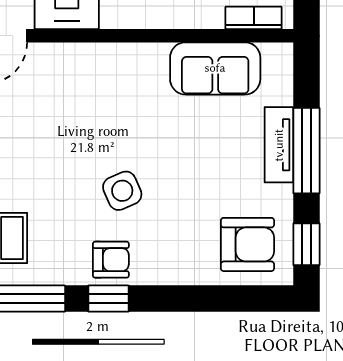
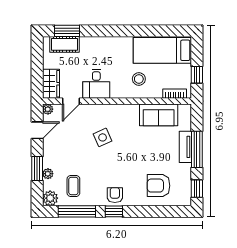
side table: (122, 191) -> (103, 137), moved
armchair: (247, 244) -> (159, 186), moved, turned 180
armchair: (111, 260) -> (115, 195), turned -90

